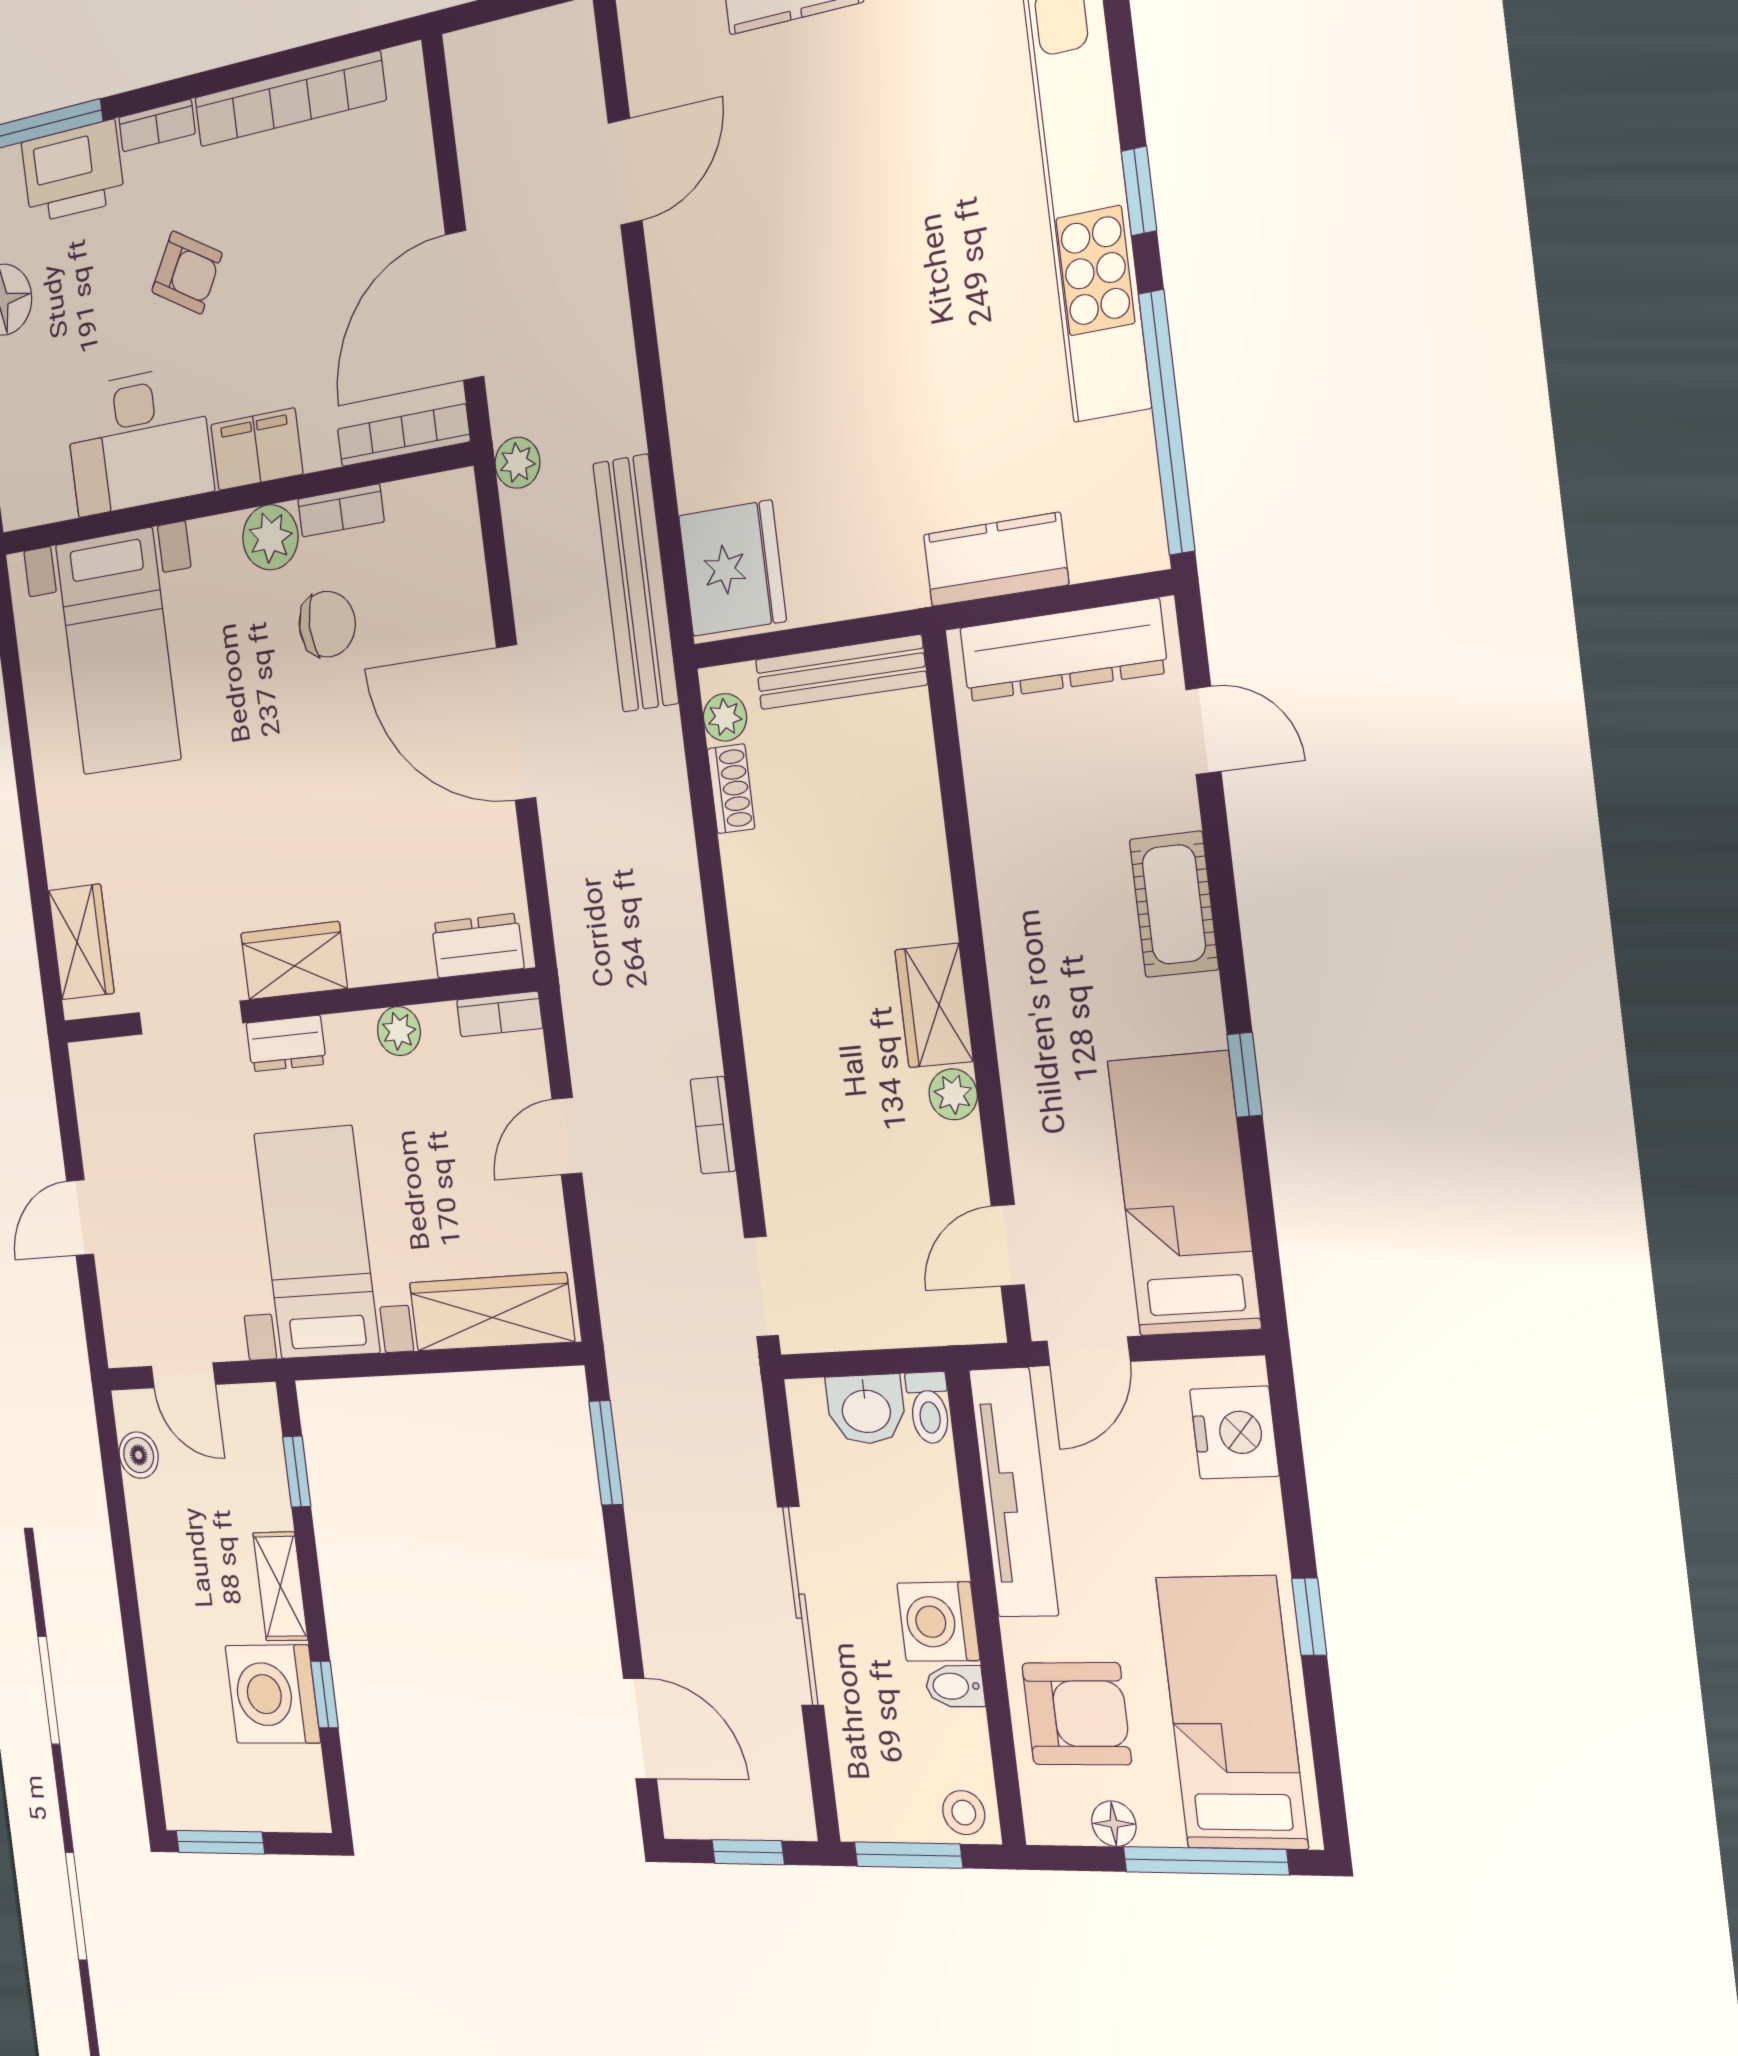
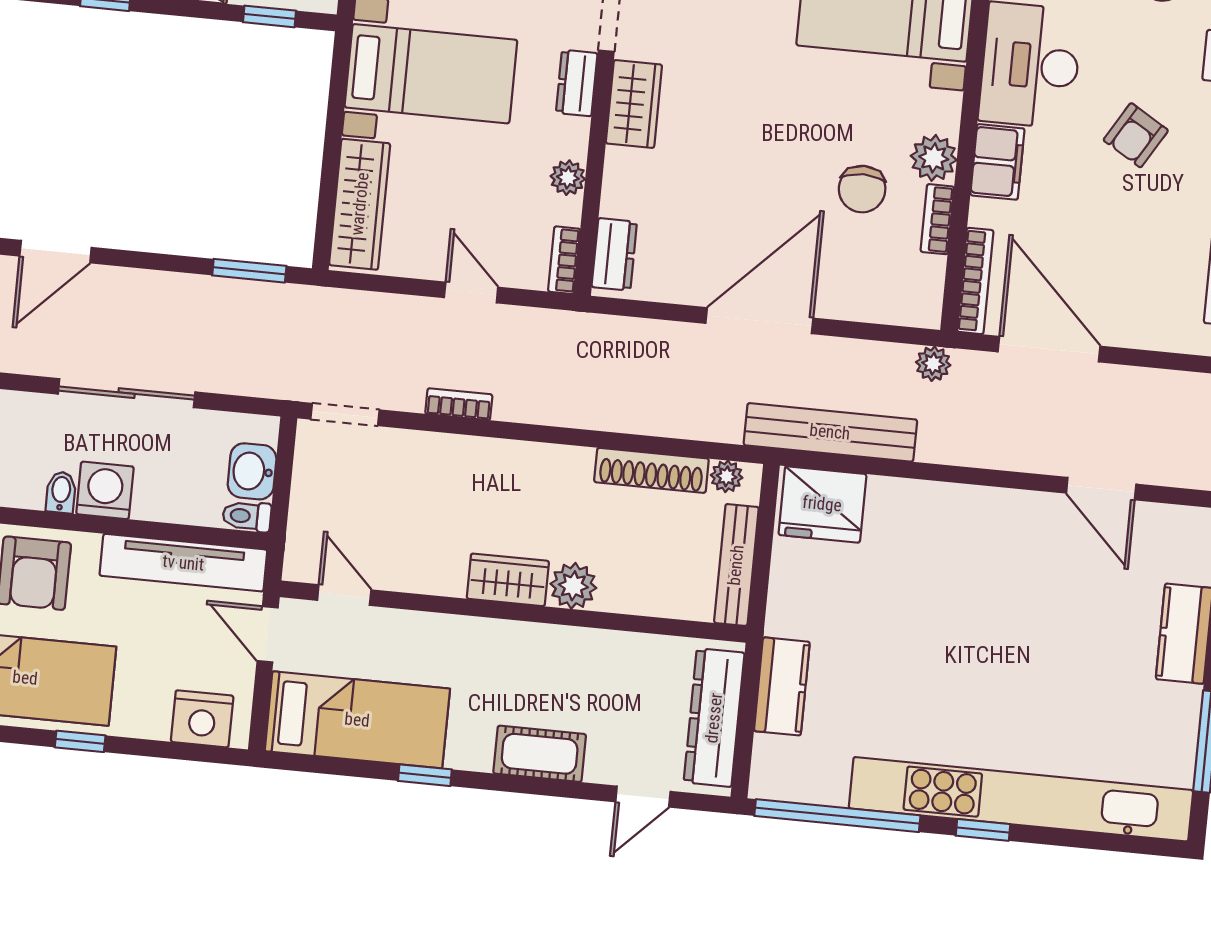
shoe rack: (731, 789) -> (651, 470), width x1.94, depth x1.24
plant: (953, 1094) -> (573, 586), moved, width x1.38, depth x1.38

